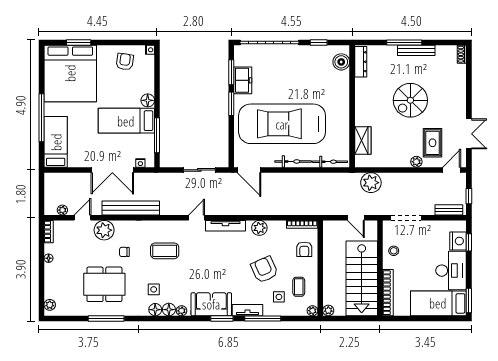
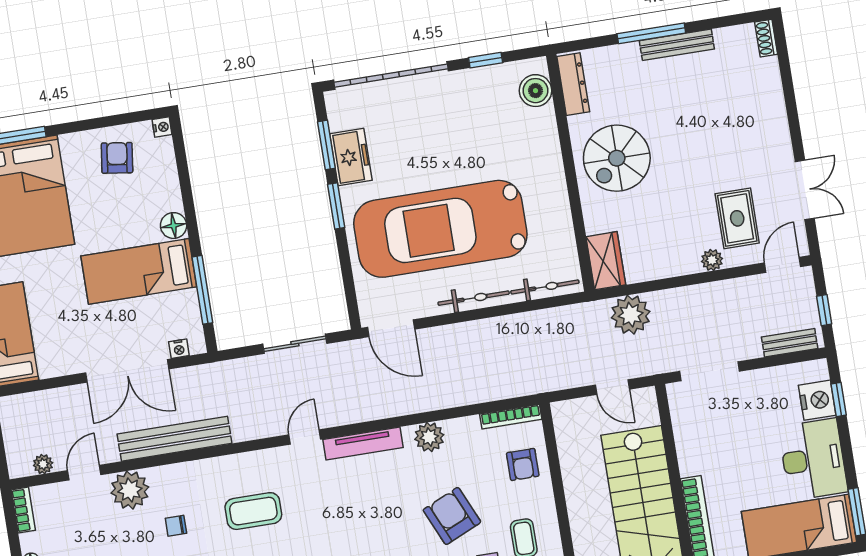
spiral stairs: (410, 100) -> (617, 158), moved
wardrobe: (363, 140) -> (606, 261), moved
stool: (394, 251) -> (696, 439), removed

